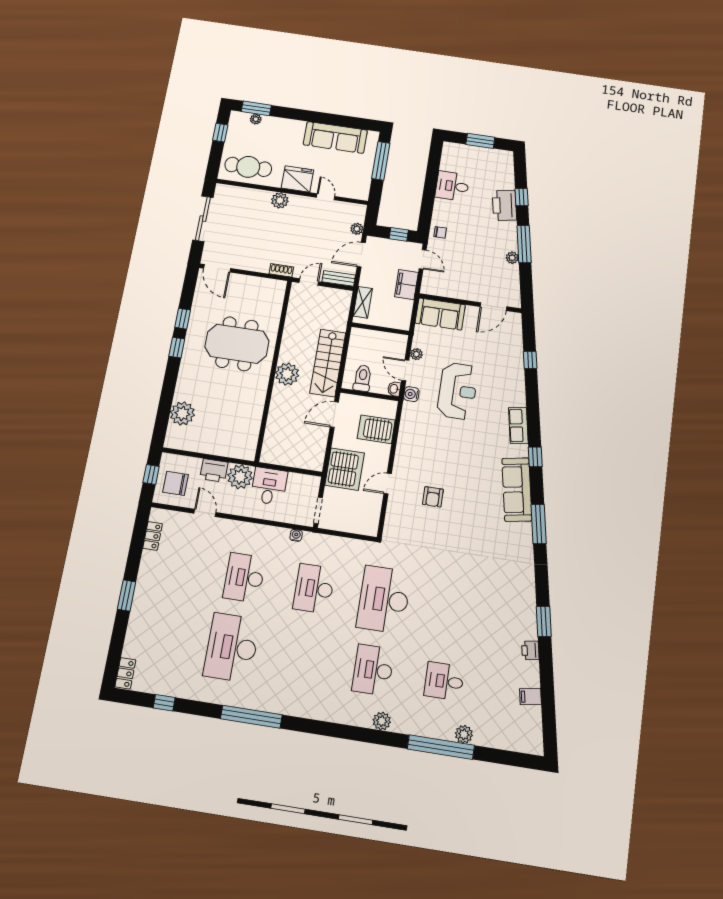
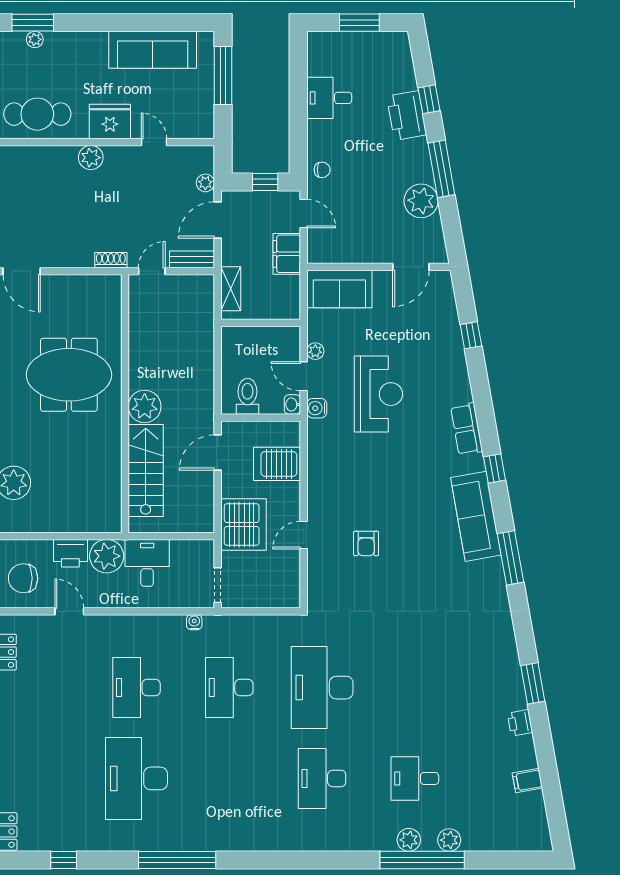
plant: (512, 258) -> (421, 201), width x1.87, depth x1.87
stairs: (328, 363) -> (146, 471), moved, turned 180
plant: (382, 721) -> (409, 840), moved

